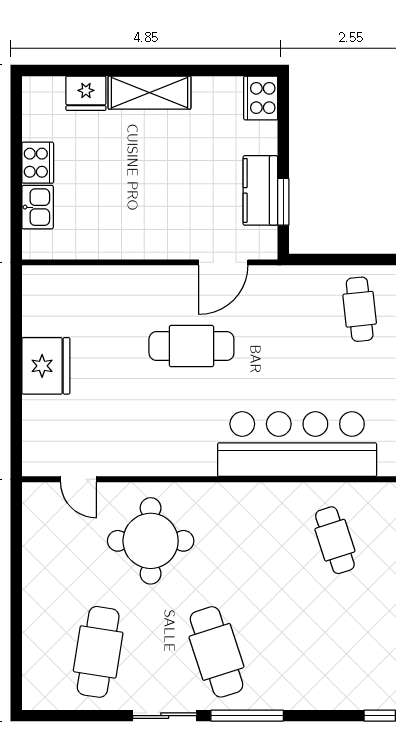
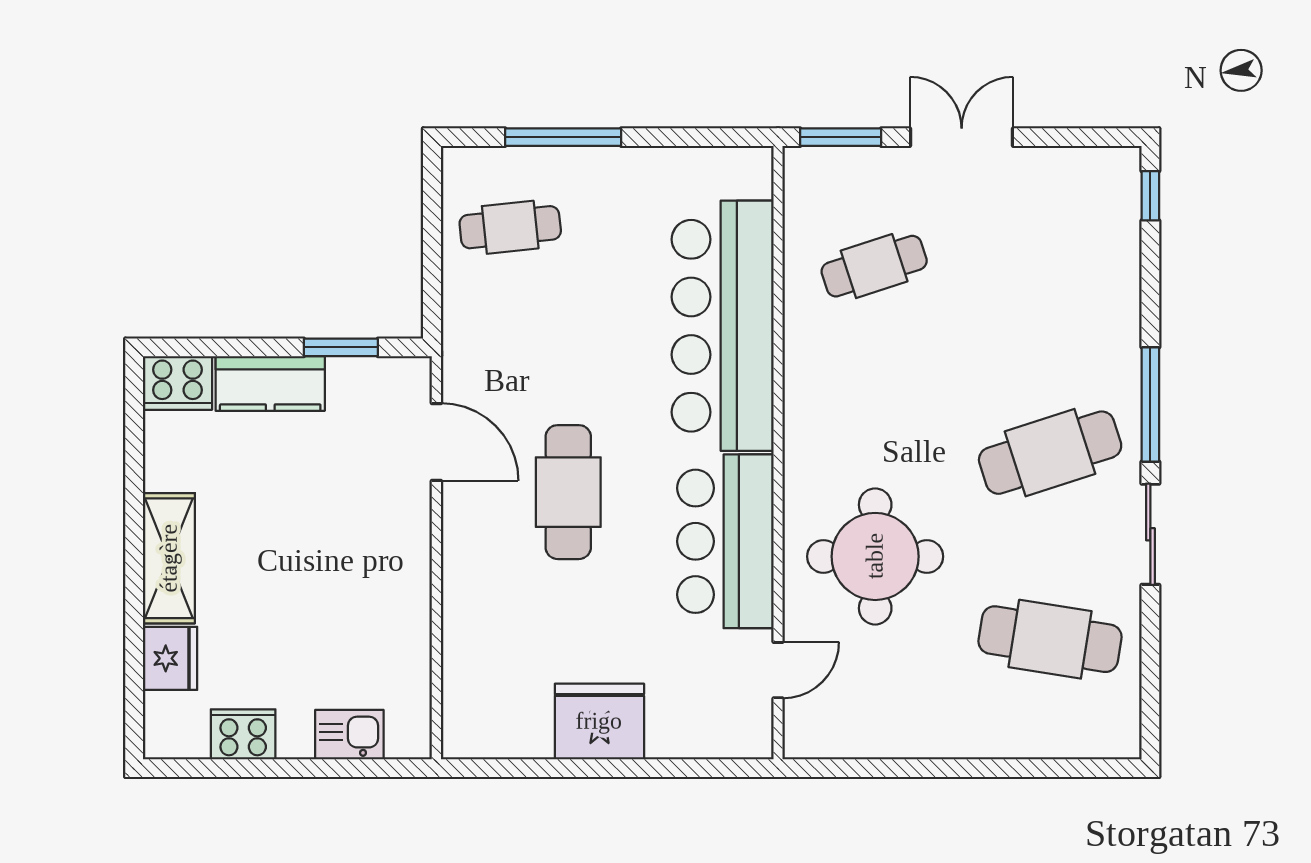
cooker: (38, 163) -> (243, 734), moved
kitchen counter: (260, 190) -> (270, 384), moved
bar counter: (160, 446) -> (725, 541), added

